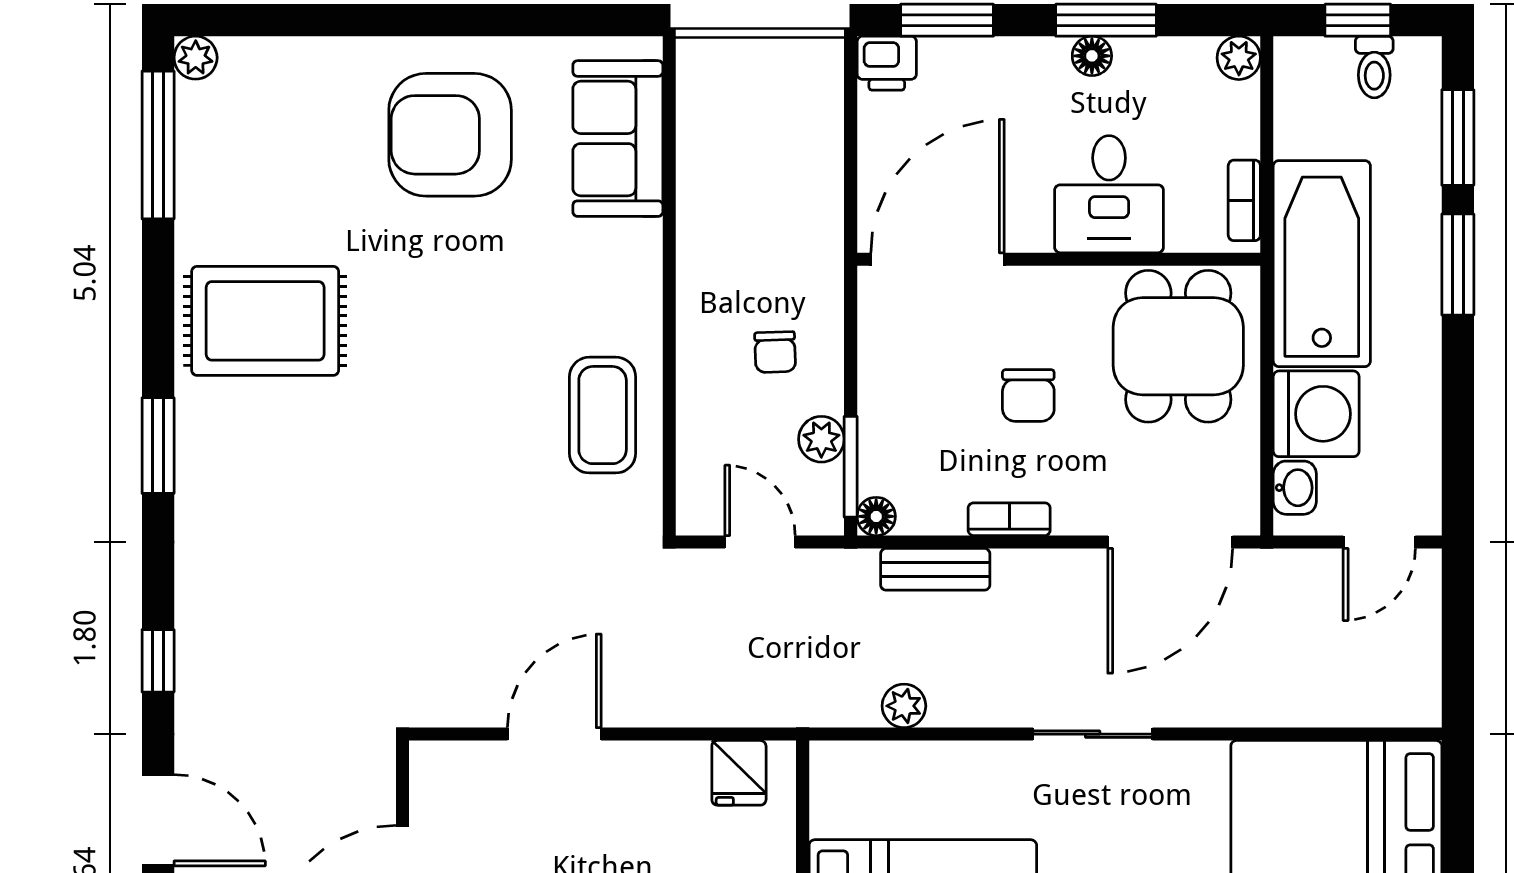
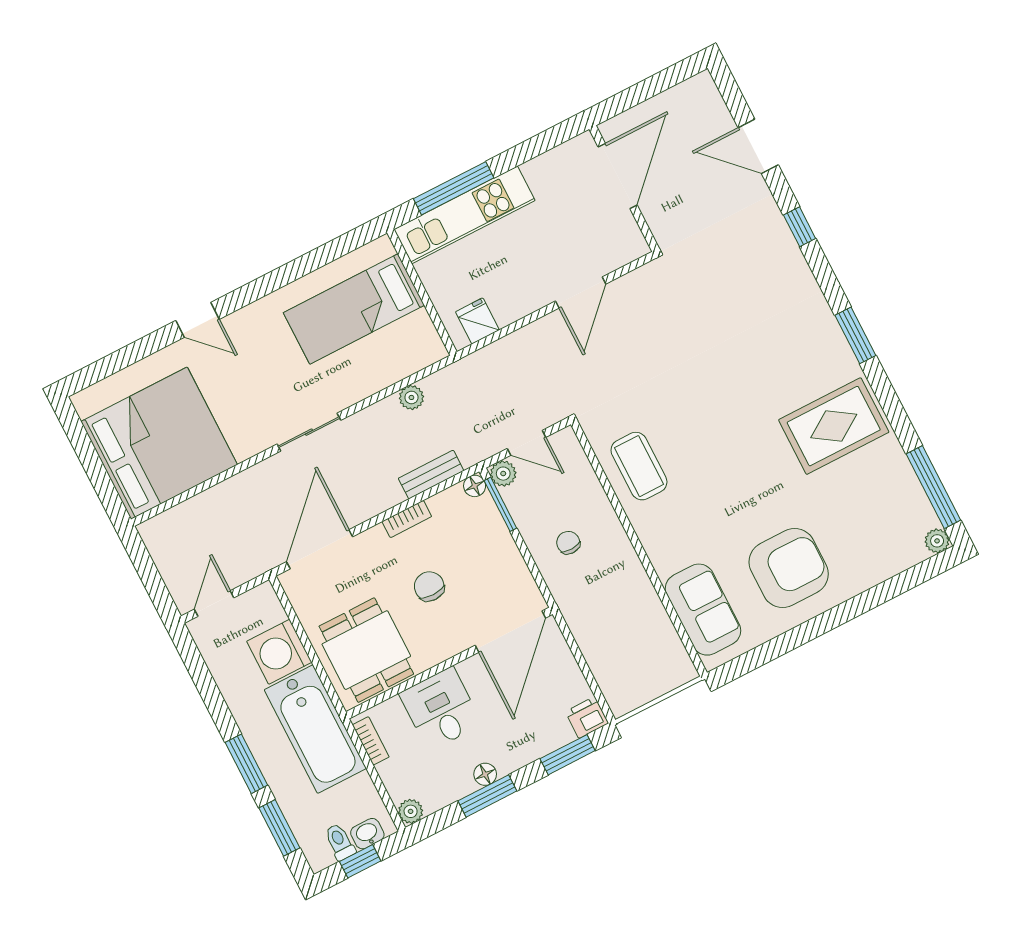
plant: (821, 439) -> (503, 474), moved
washbasin: (1295, 488) -> (367, 834), moved, turned 90

